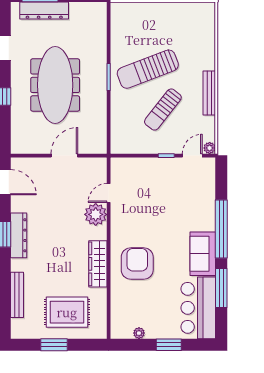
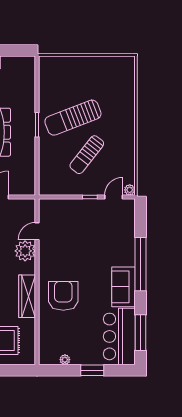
bench: (209, 93) -> (129, 139), removed
window: (221, 288) -> (140, 333), moved

